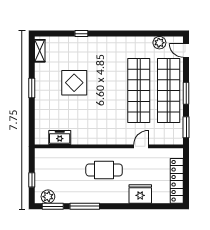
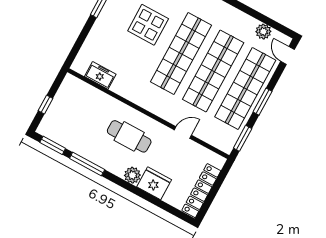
shop shelf: (109, 90) -> (181, 53), added
plant: (48, 197) -> (132, 175), moved

